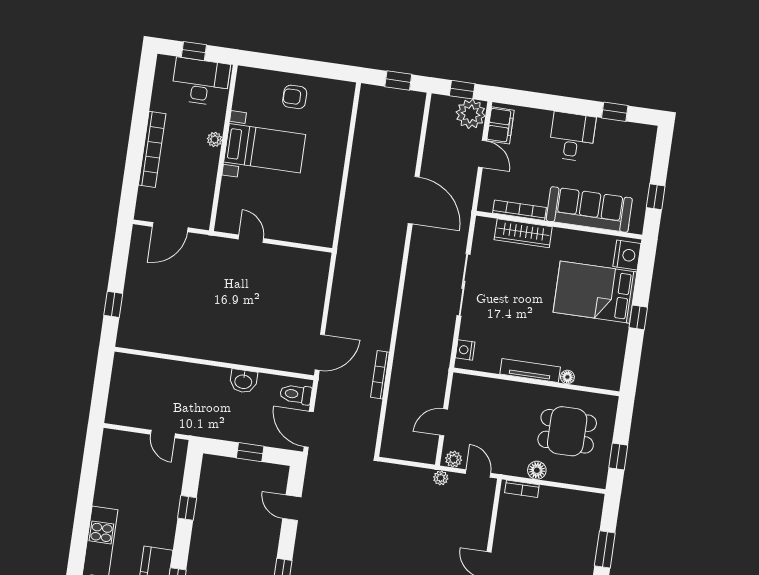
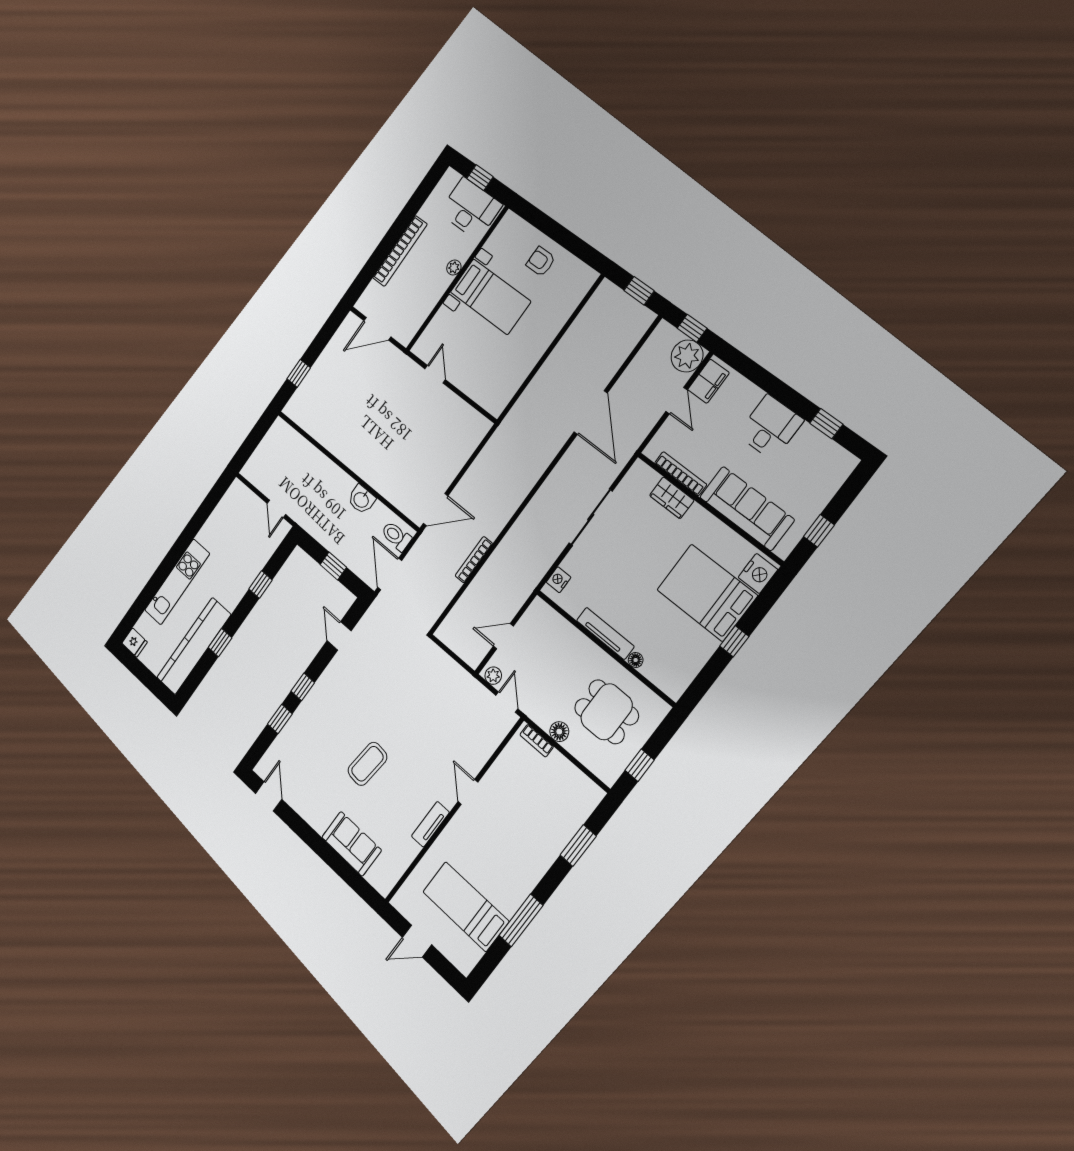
wardrobe: (523, 233) -> (672, 498), width x0.67
plant: (441, 478) -> (473, 686), removed

